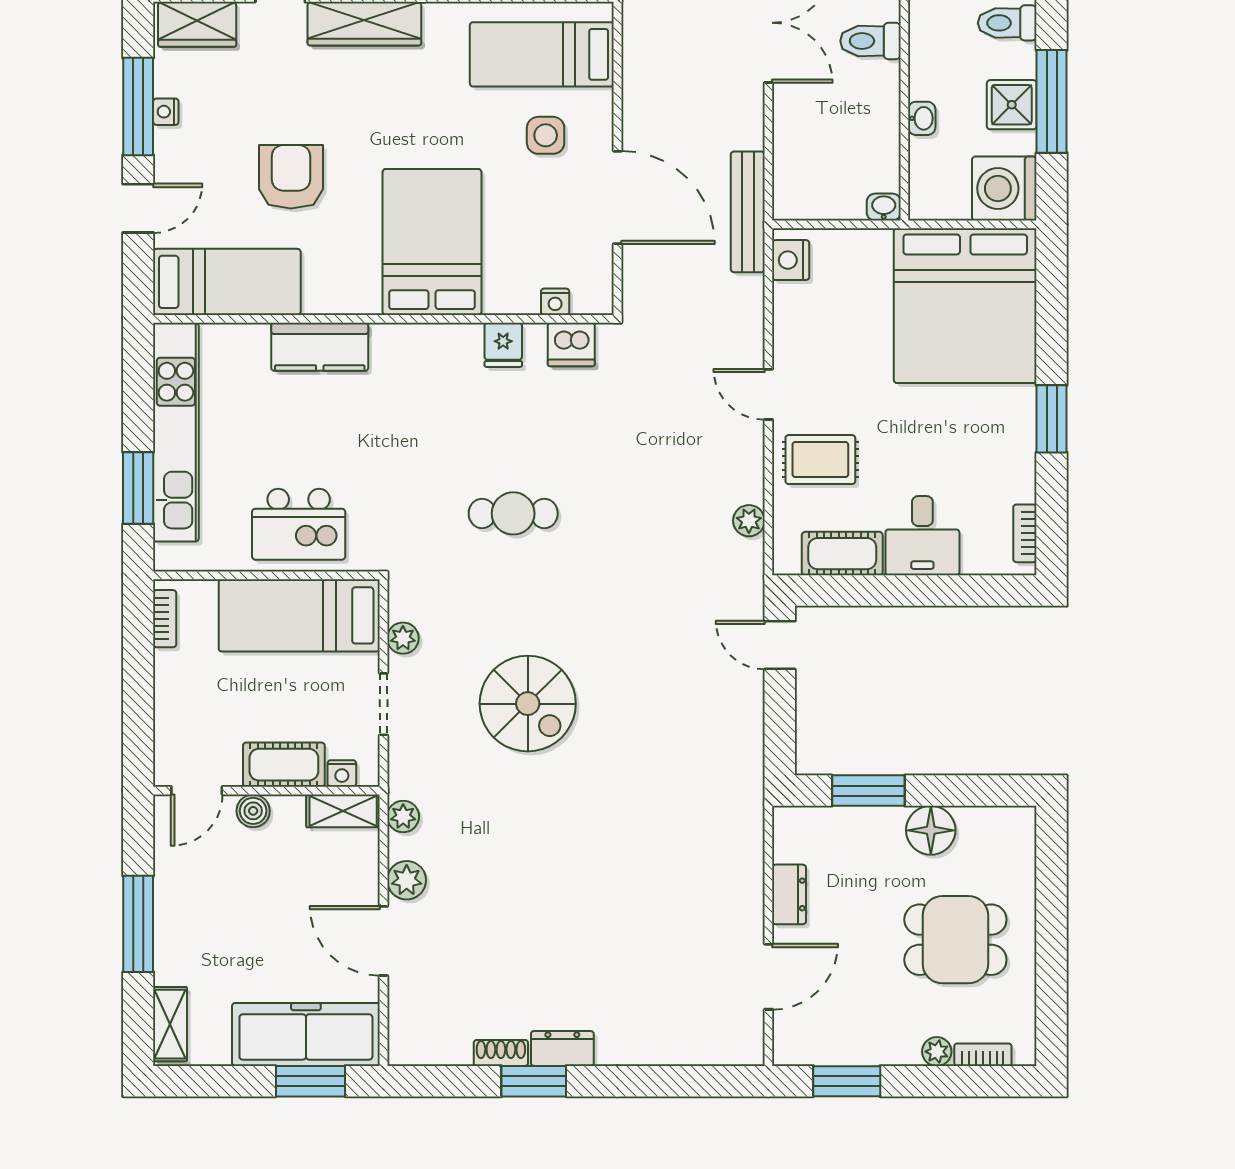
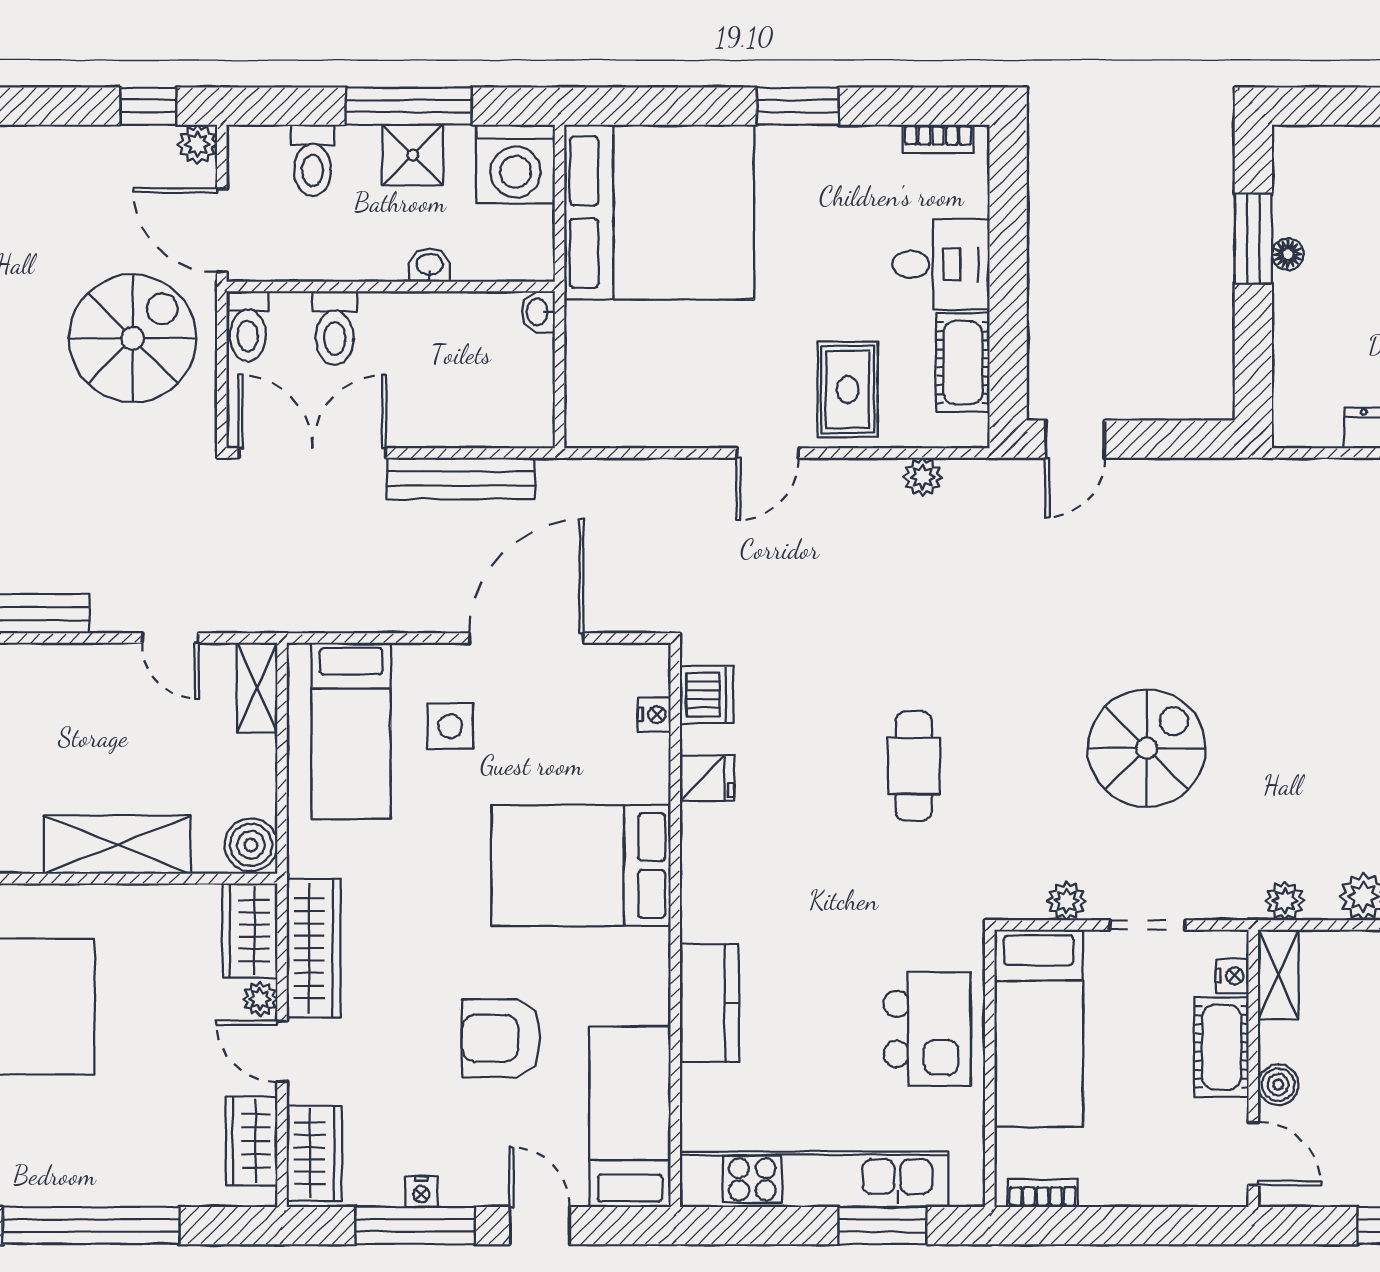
bench: (748, 212) -> (460, 478), moved
nightstand: (791, 260) -> (603, 426), removed
window: (868, 791) -> (1253, 239), moved
floor lamp: (931, 830) -> (1288, 254), width x0.53, depth x0.53

